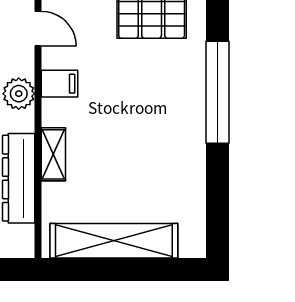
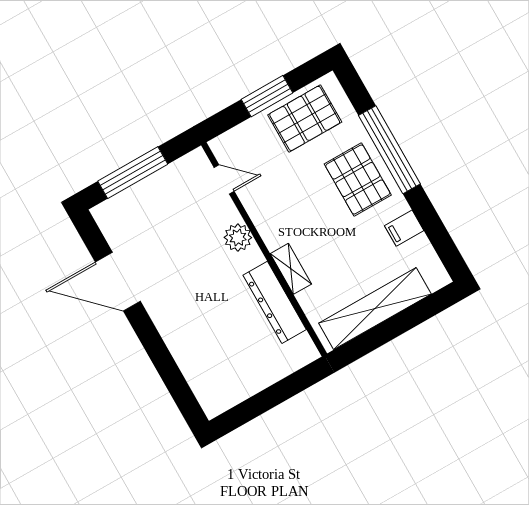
filing cabinet: (60, 84) -> (404, 228), moved, turned 180
pallet: (170, 104) -> (358, 180), added

